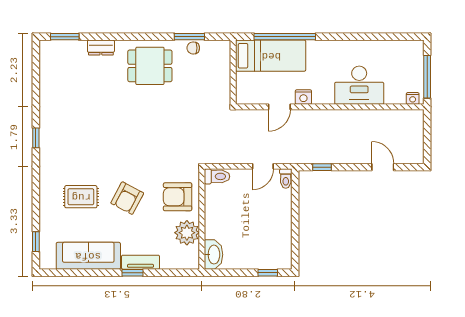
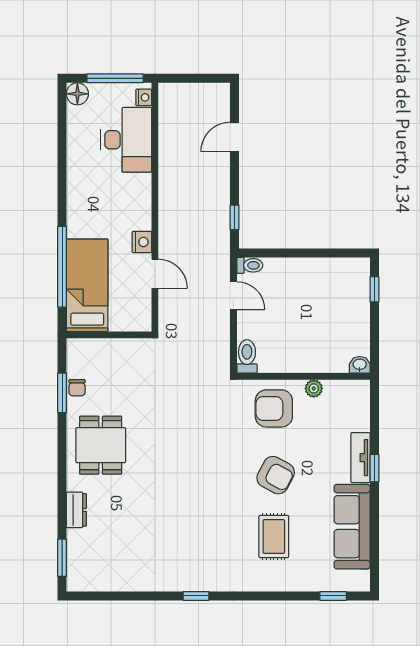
floor lamp: (415, 48) -> (77, 94), added
desk: (359, 85) -> (126, 140), moved
armchair: (178, 197) -> (274, 408), turned 90
plant: (187, 233) -> (314, 388), width x0.53, depth x0.53
washbasin: (213, 255) -> (360, 365), width x0.52, depth x0.69

